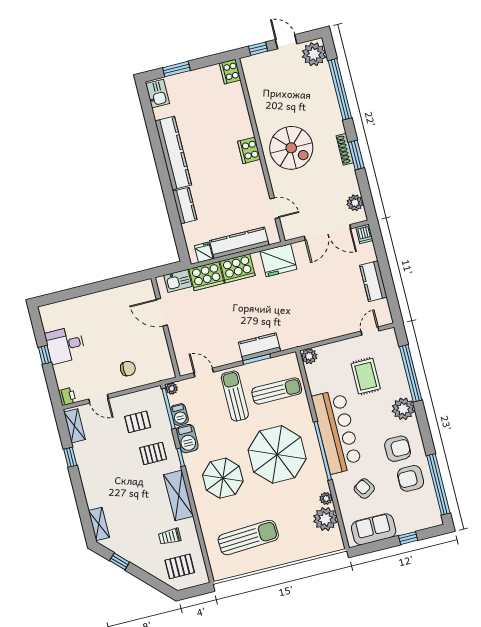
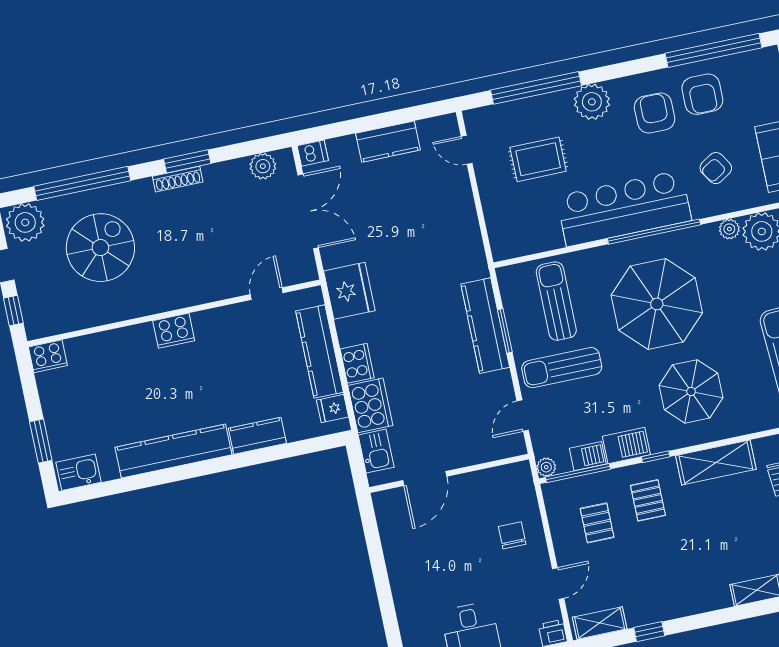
spiral stairs: (291, 148) -> (100, 248), moved
cooker: (237, 268) -> (357, 363), width x0.73, depth x0.76
kitchen counter: (259, 347) -> (485, 326), width x1.50
plant: (309, 356) -> (503, 248), removed

